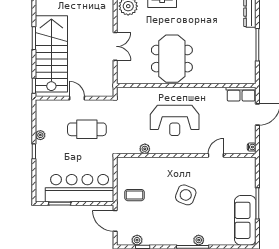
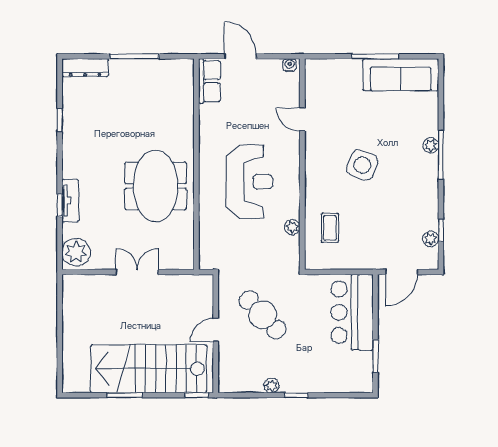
meeting table: (172, 59) -> (156, 186), turned 90
cafe table: (87, 129) -> (263, 315), turned -43
bar counter: (80, 188) -> (352, 312), width x0.73
coffee table: (135, 195) -> (330, 228), moved

